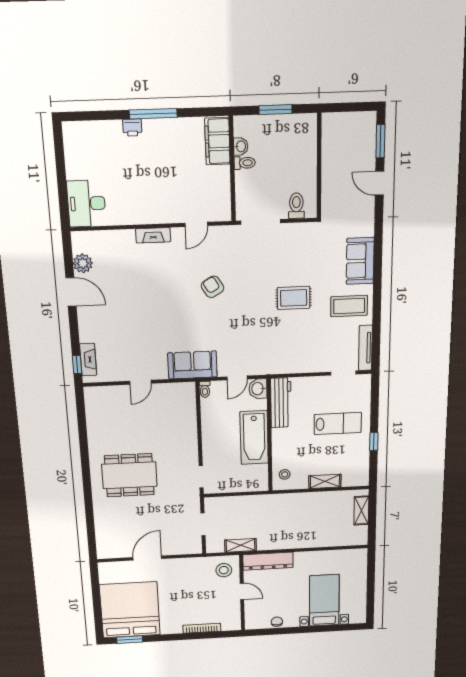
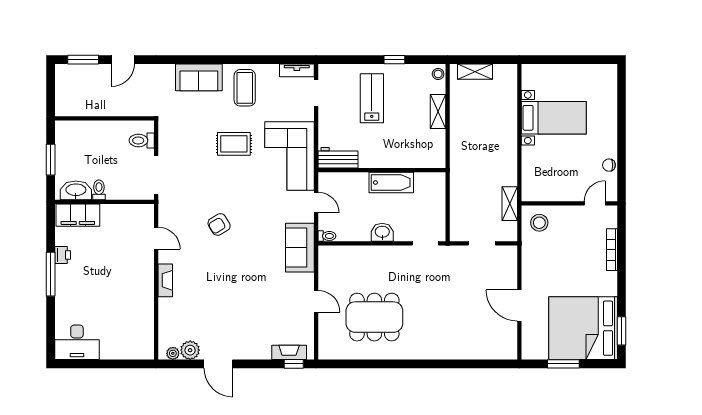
printer: (132, 128) -> (63, 255), moved
washbasin: (241, 146) -> (76, 190), width x1.91, depth x1.45
desk: (86, 204) -> (77, 342), moved
plant: (78, 246) -> (173, 353), added
door: (71, 292) -> (218, 364), swing flipped
rug: (294, 298) -> (234, 144), turned 90
tv unit: (365, 348) -> (297, 70), width x0.71
corner sofa: (282, 351) -> (290, 156), added
washbasin: (258, 389) -> (382, 232), moved, turned 180
workbench: (281, 403) -> (338, 158), width x0.73
bathtub: (254, 438) -> (391, 183), width x0.73, depth x0.73
stool: (285, 474) -> (438, 74), moved
dining table: (129, 475) -> (374, 317), moved, turned 90
dresser: (268, 561) -> (531, 174), removed
door: (242, 591) -> (595, 203), moved
window: (96, 596) -> (563, 364), added
bed with nightstands: (324, 600) -> (554, 118), moved, turned 180

